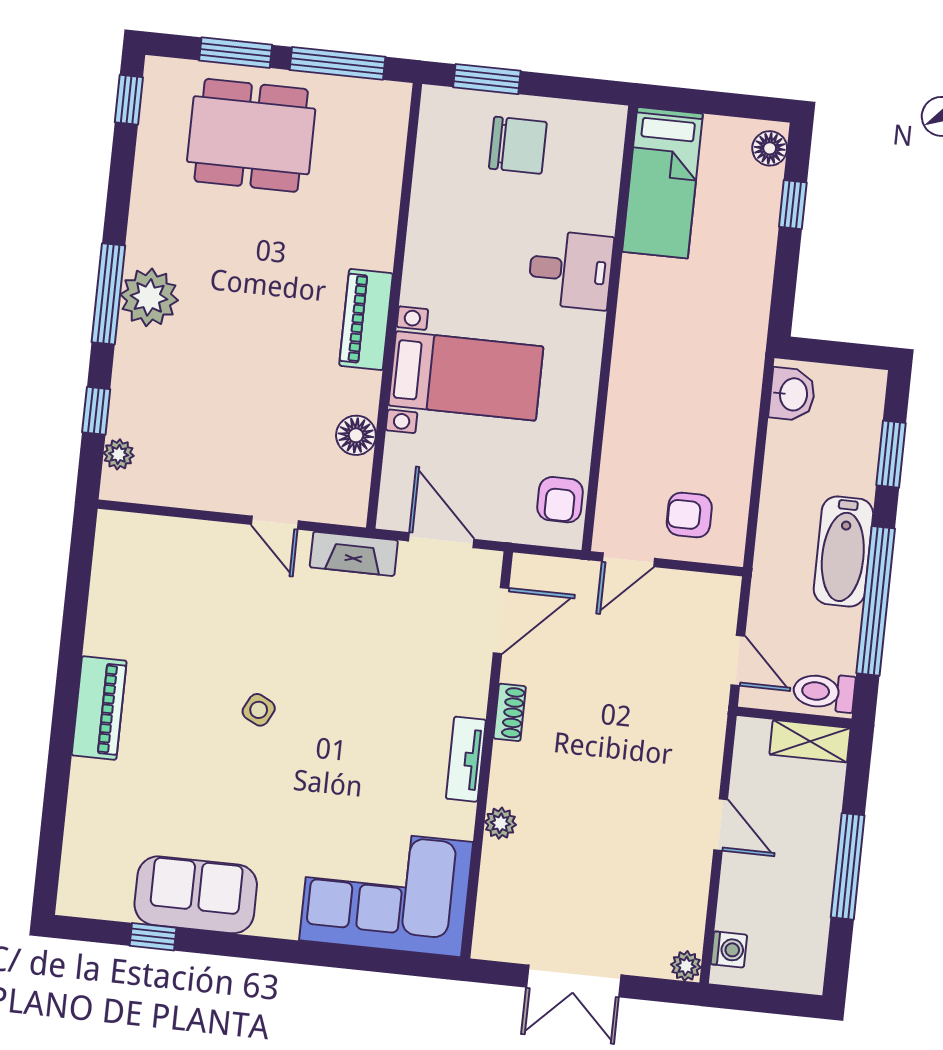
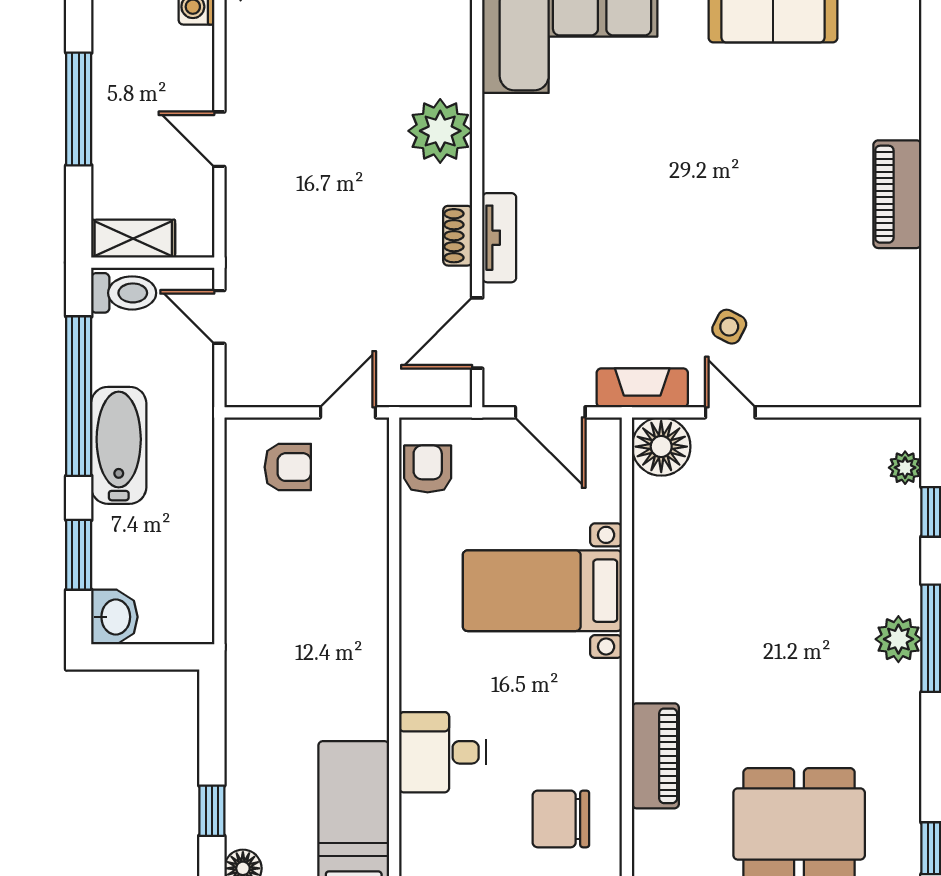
chair: (518, 145) -> (561, 819), moved
desk: (571, 270) -> (442, 752), moved
plant: (149, 297) -> (898, 639), width x0.73, depth x0.73
piano: (366, 319) -> (655, 756), moved
washbasin: (792, 394) -> (114, 617), moved, turned 180
floor lamp: (356, 435) -> (661, 447), moved, width x1.38, depth x1.38
side table: (259, 710) -> (729, 327), moved
tv unit: (466, 759) -> (499, 238), moved
plant: (500, 823) -> (440, 131), width x1.87, depth x1.87

